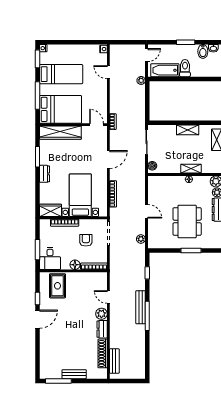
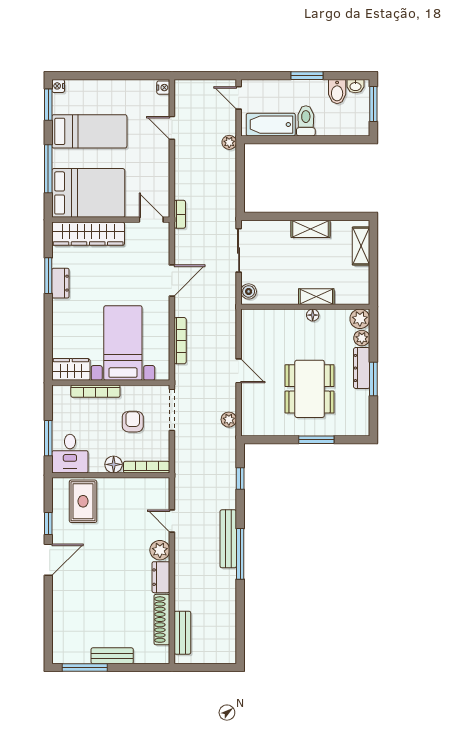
door: (147, 55) -> (239, 98), swing flipped
dresser: (45, 174) -> (60, 283), moved

